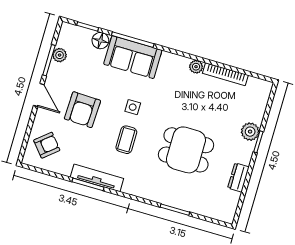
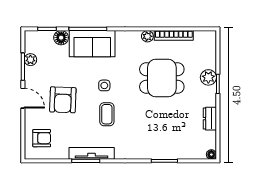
armchair: (47, 145) -> (42, 138), turned 40
dining table: (186, 150) -> (162, 78), moved
floor lamp: (229, 218) -> (211, 155), added

